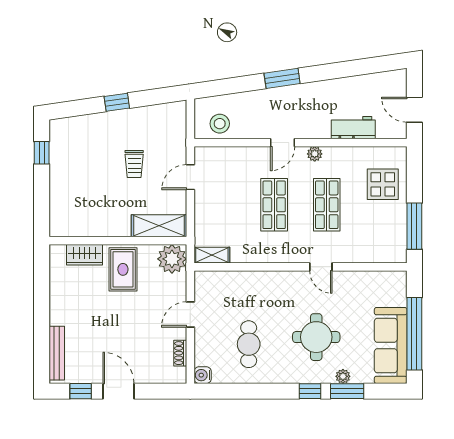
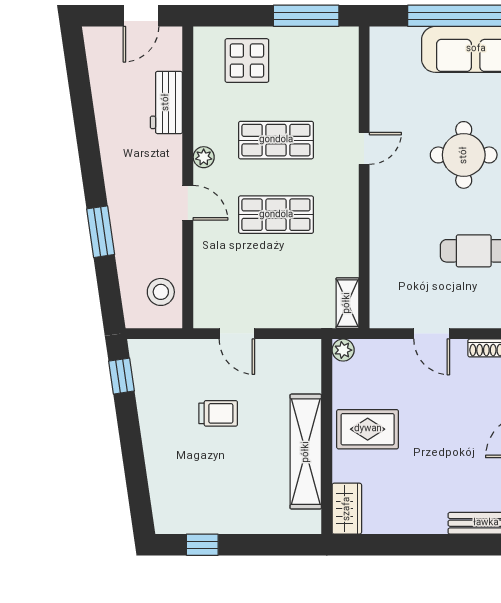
window: (282, 78) -> (101, 232), moved
window: (117, 102) -> (122, 376), moved
shelving: (159, 226) -> (306, 452), moved, width x1.47
wardrobe: (84, 255) -> (347, 509), moved
plant: (172, 259) -> (343, 350), width x0.53, depth x0.53

